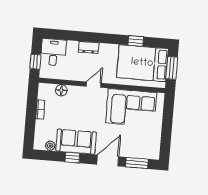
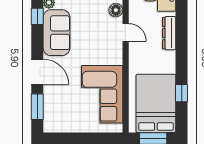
dresser: (89, 47) -> (169, 33), width x1.44
door: (94, 85) -> (126, 32), moved
window: (72, 158) -> (37, 16), moved

